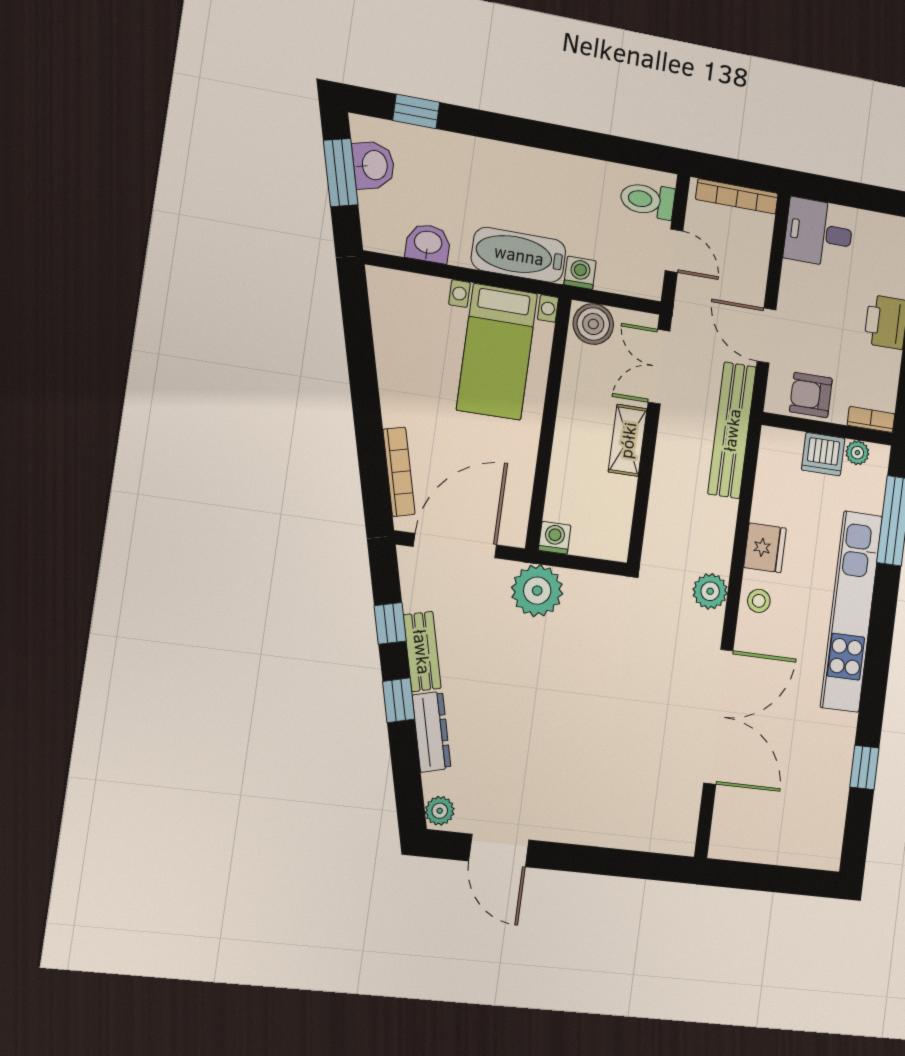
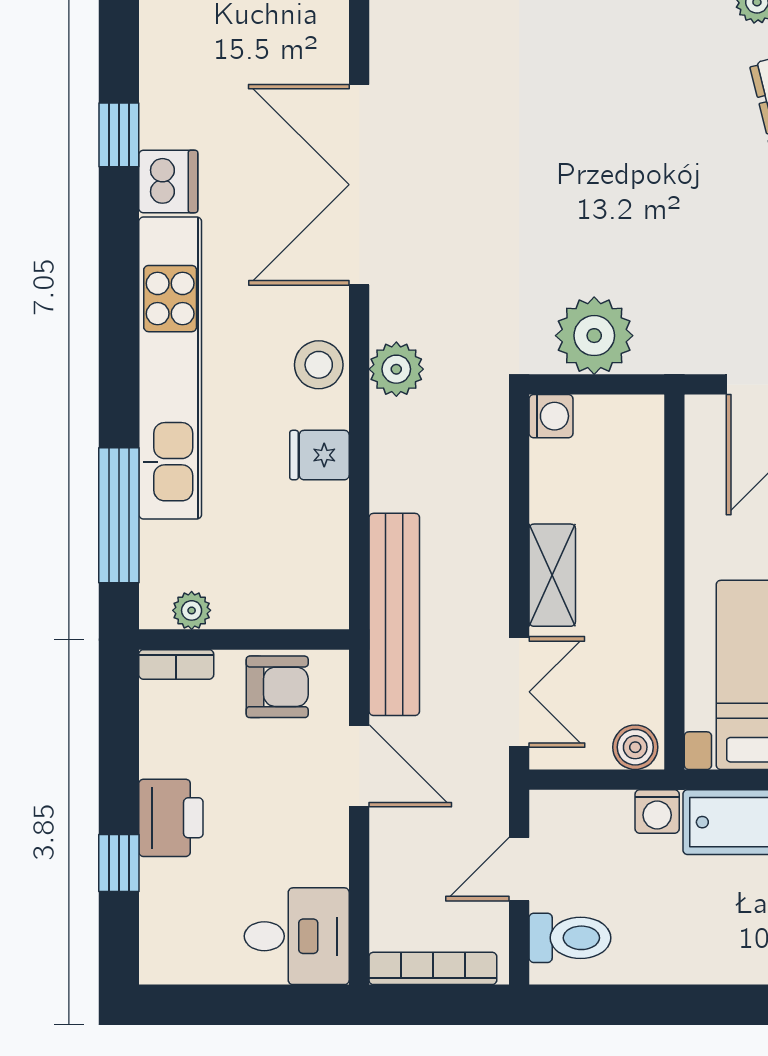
door: (674, 251) -> (519, 869), hinge flipped
boiler: (593, 324) -> (635, 747), width x0.73, depth x0.73
dishwasher: (823, 454) -> (168, 182), moved, turned 90
washing machine: (555, 538) -> (551, 416), moved, turned -90
fridge: (765, 548) -> (319, 455), width x0.72
plant: (537, 591) -> (594, 336), moved
stool: (759, 601) -> (319, 365), width x1.37, depth x1.37

